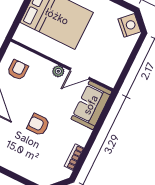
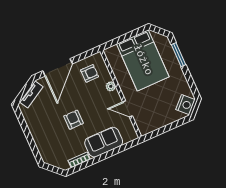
plant: (58, 71) -> (111, 86), moved
sofa: (91, 105) -> (104, 142), moved

